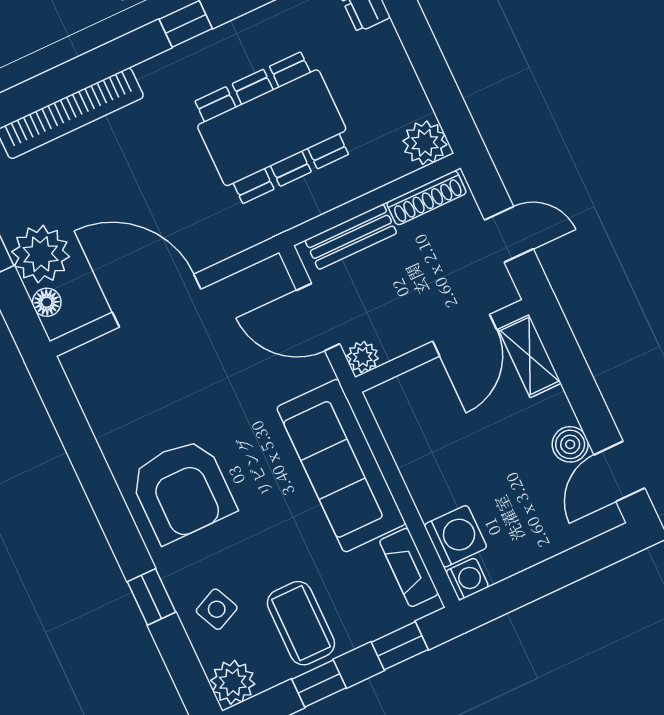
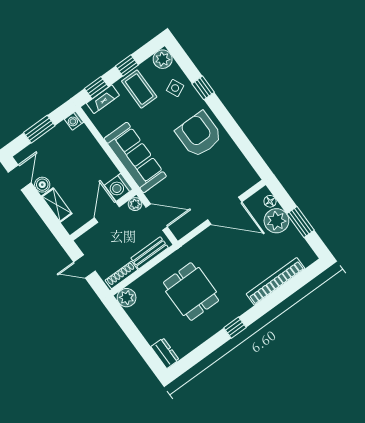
dining table: (272, 128) -> (191, 292), width x0.73
door: (465, 335) -> (107, 212), moved
shelving: (530, 356) -> (57, 205), moved
washing machine: (455, 536) -> (118, 187), moved
fireplace: (409, 567) -> (103, 99), moved, turned 90
window: (552, 575) -> (39, 129), added

